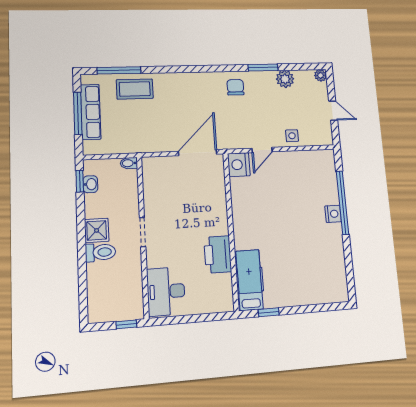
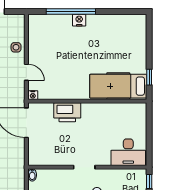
nightstand: (239, 165) -> (33, 95), width x0.53, depth x0.56
printer: (218, 254) -> (67, 112), moved
hospital bed: (250, 280) -> (118, 86), width x1.37, depth x1.29

